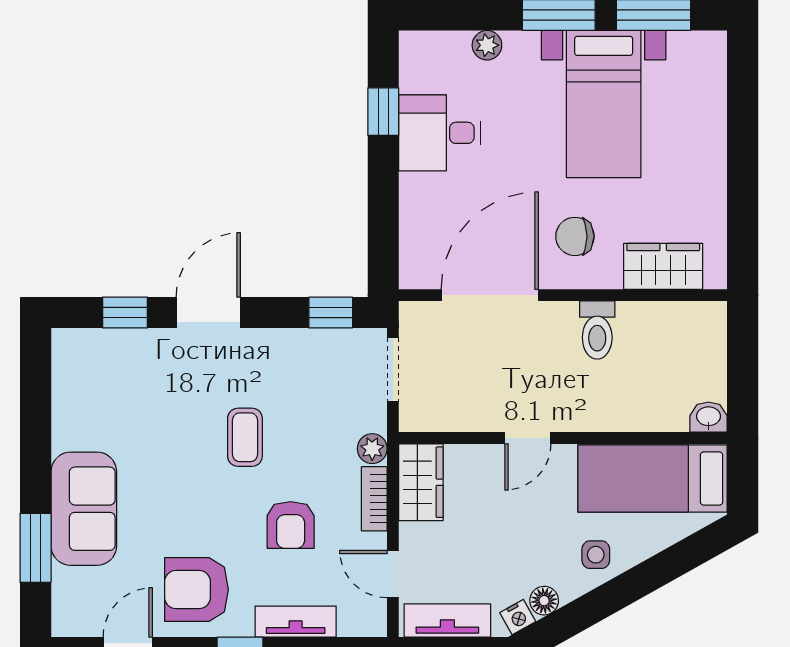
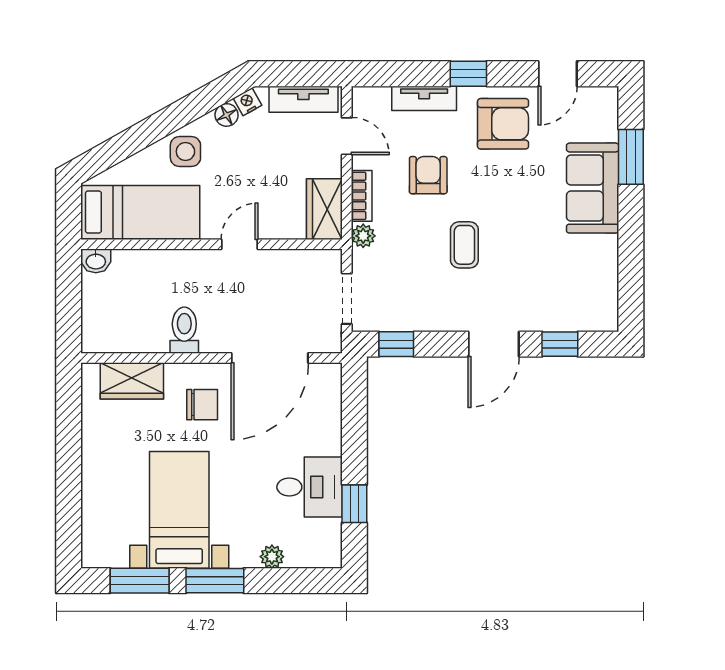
side table: (596, 555) -> (185, 151), width x1.37, depth x1.37

